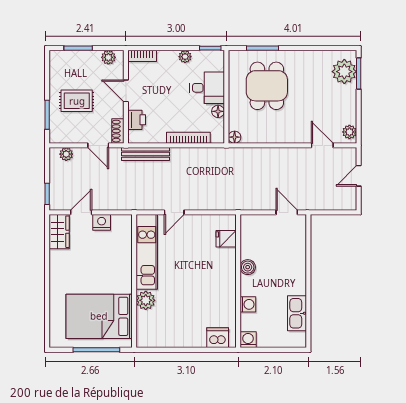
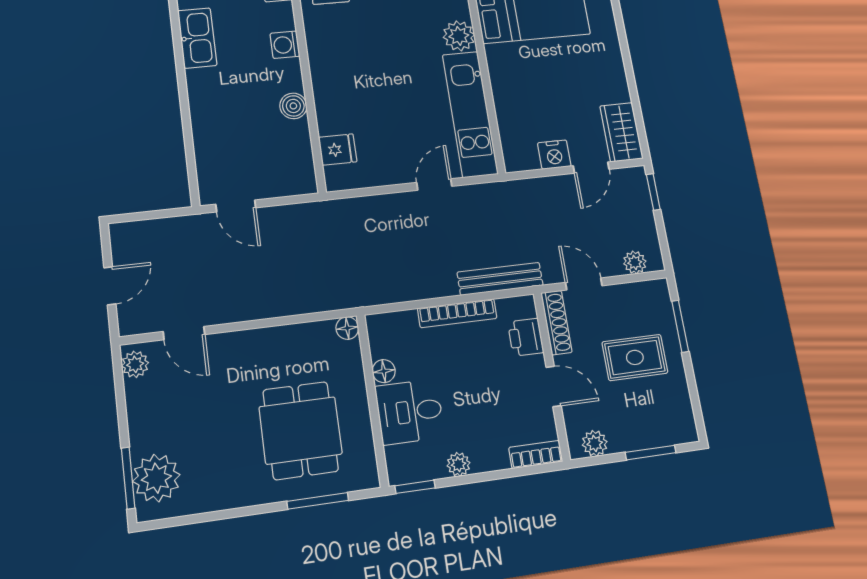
shoe rack: (118, 131) -> (556, 322), width x1.43
bookcase: (188, 138) -> (457, 313), moved

